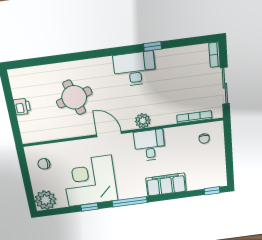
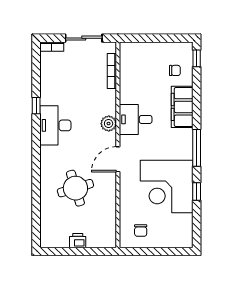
chair: (204, 139) -> (175, 70), moved
plant: (45, 200) -> (181, 236), removed

